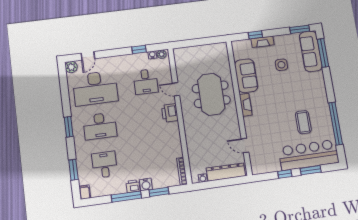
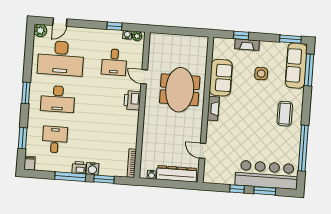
coffee table: (303, 122) -> (285, 114), moved

